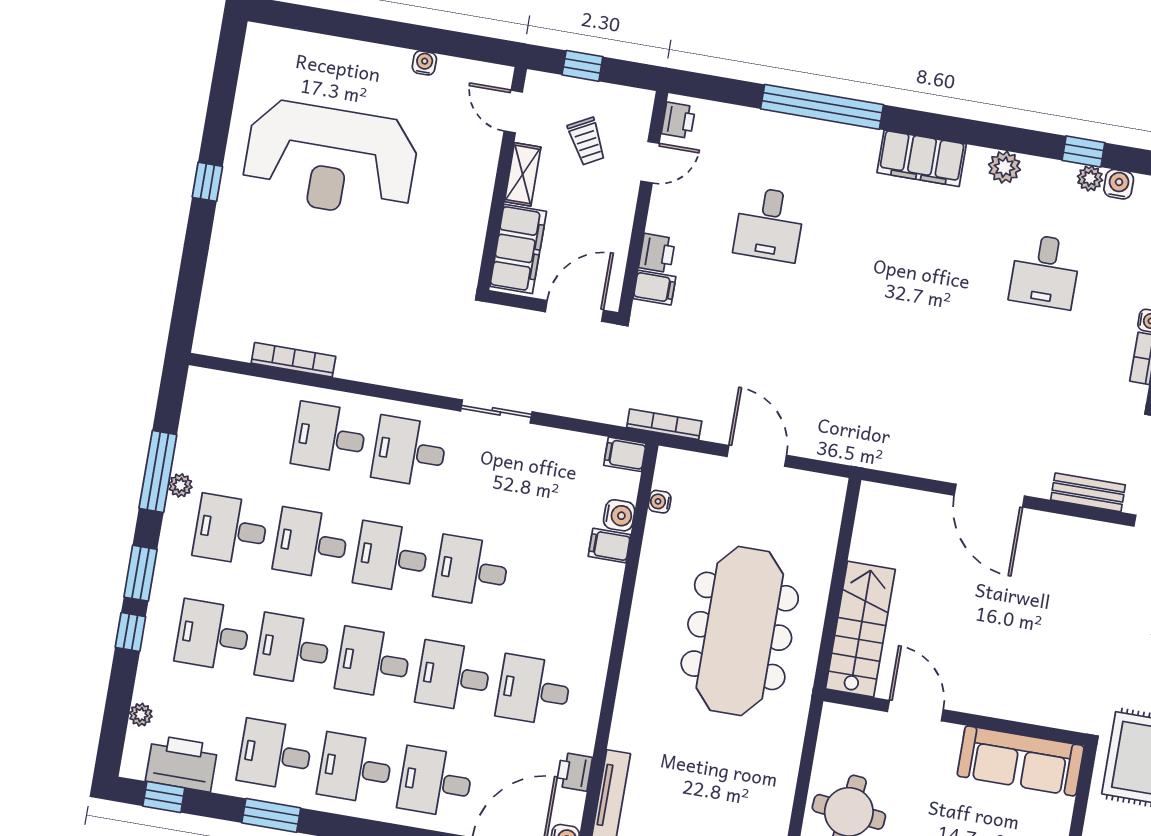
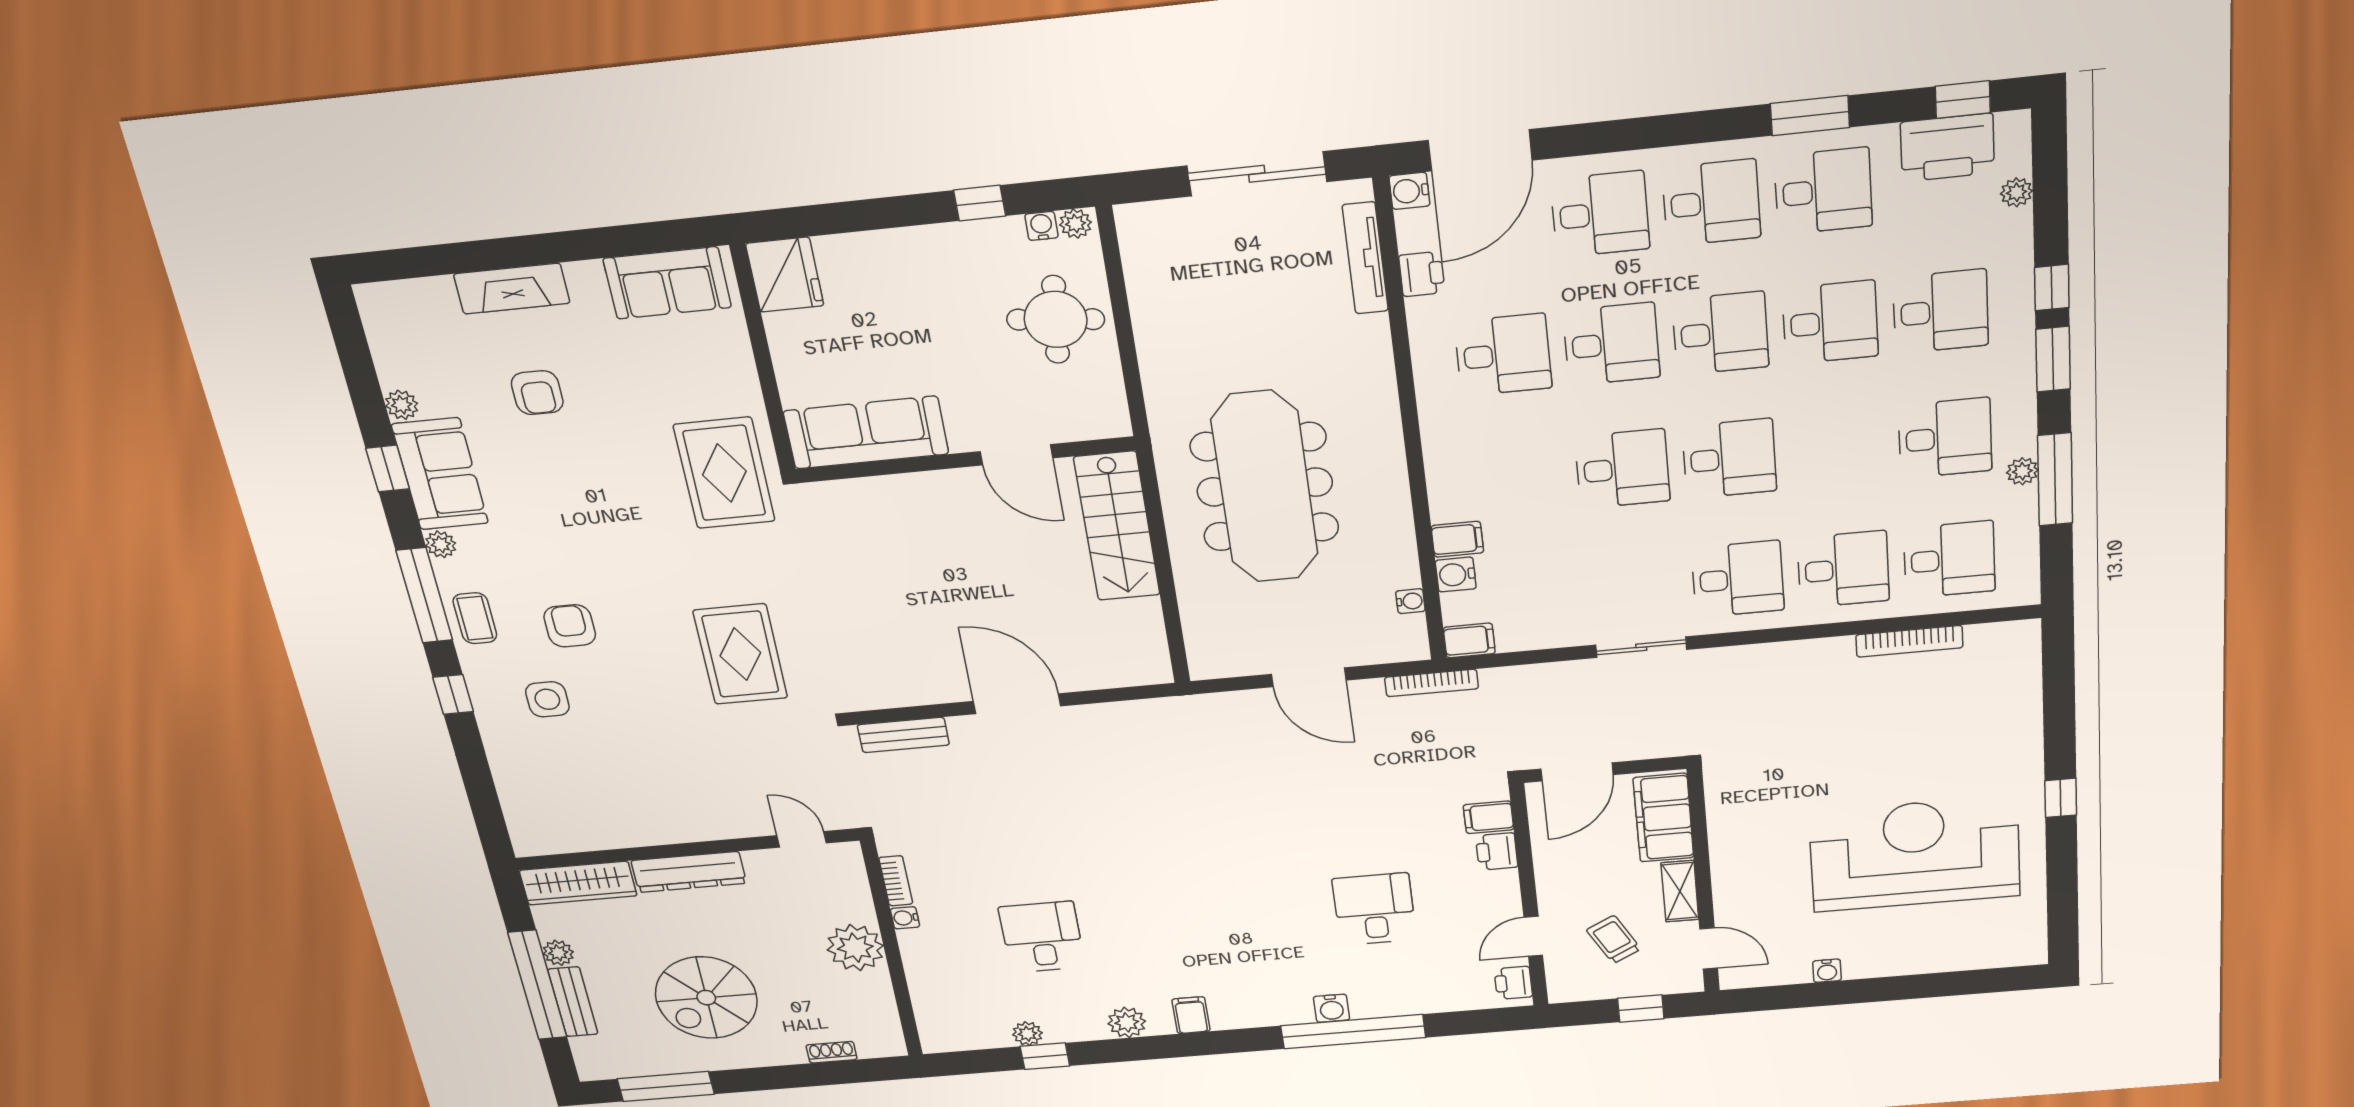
filing cabinet: (922, 158) -> (1191, 1015), width x0.33, depth x0.86
water cooler: (1119, 184) -> (1331, 1008), moved
desk: (311, 543) -> (1949, 560), moved

